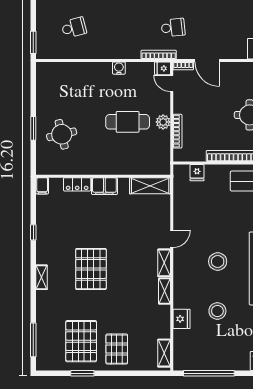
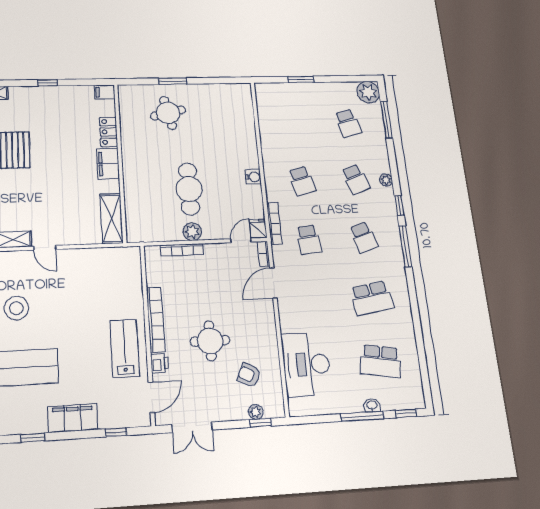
school desk: (74, 28) -> (302, 181), moved
window: (33, 42) -> (301, 79), moved
fridge: (197, 173) -> (131, 276), removed

